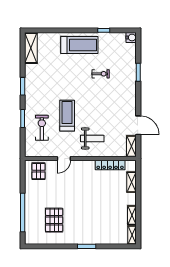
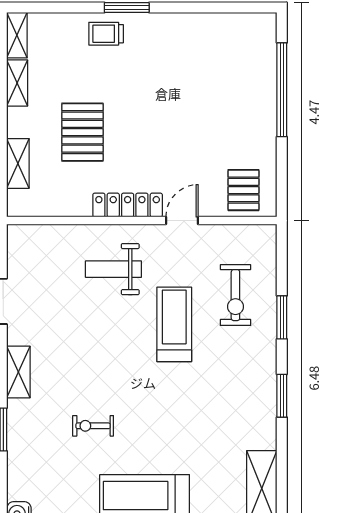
treadmill: (67, 116) -> (174, 324), turned 180
shelving: (131, 146) -> (18, 372), moved
locker: (110, 165) -> (128, 205), moved
pallet: (54, 220) -> (82, 132), moved
trolley: (95, 236) -> (106, 34), added

